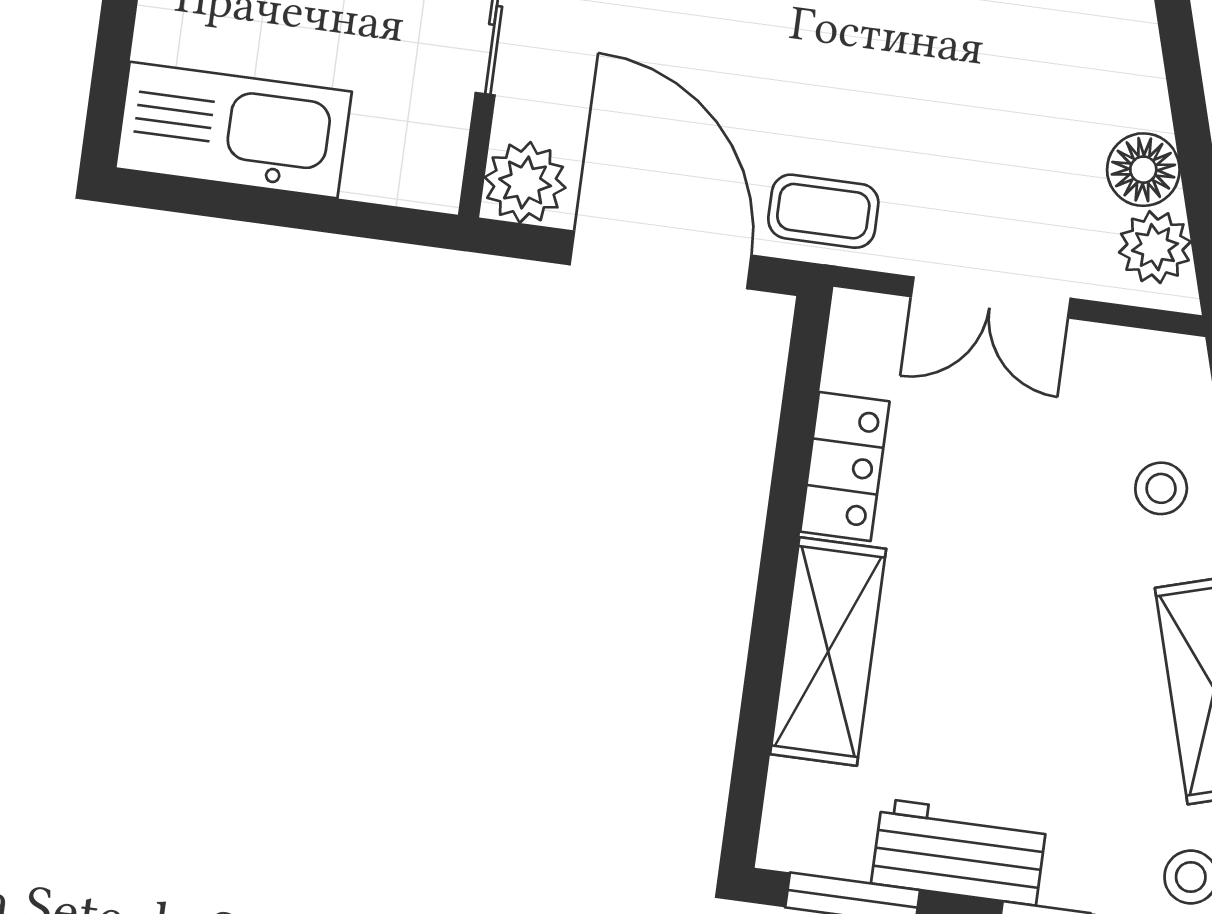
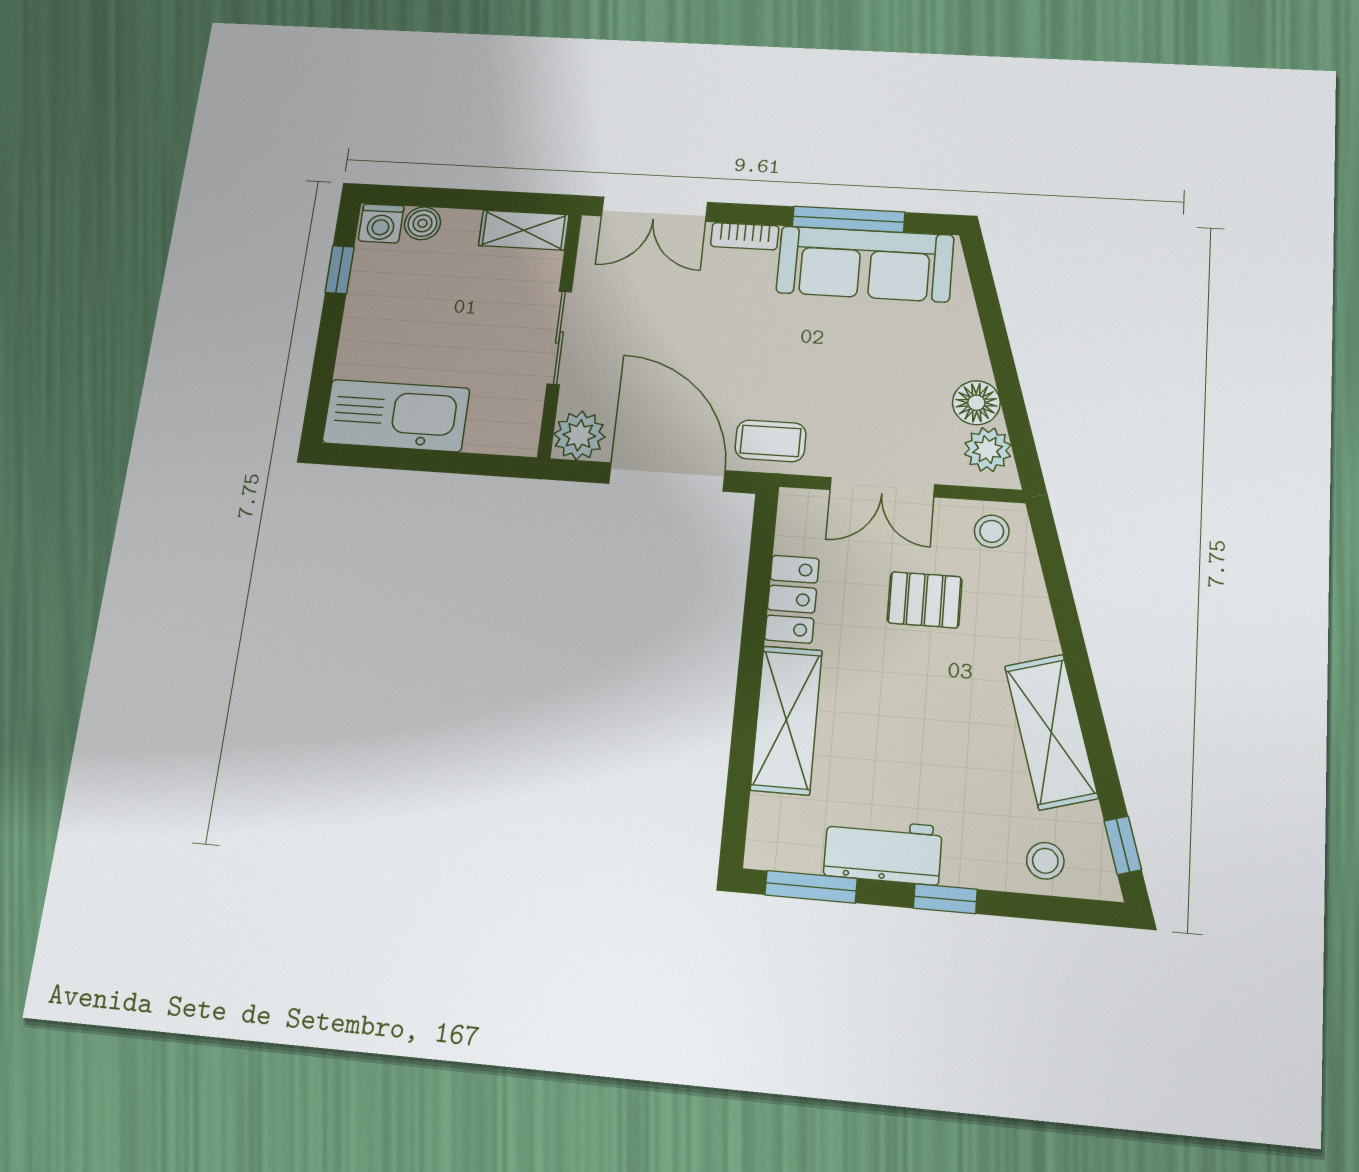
pallet: (1044, 479) -> (925, 600), added
stool: (1161, 488) -> (992, 531), moved

